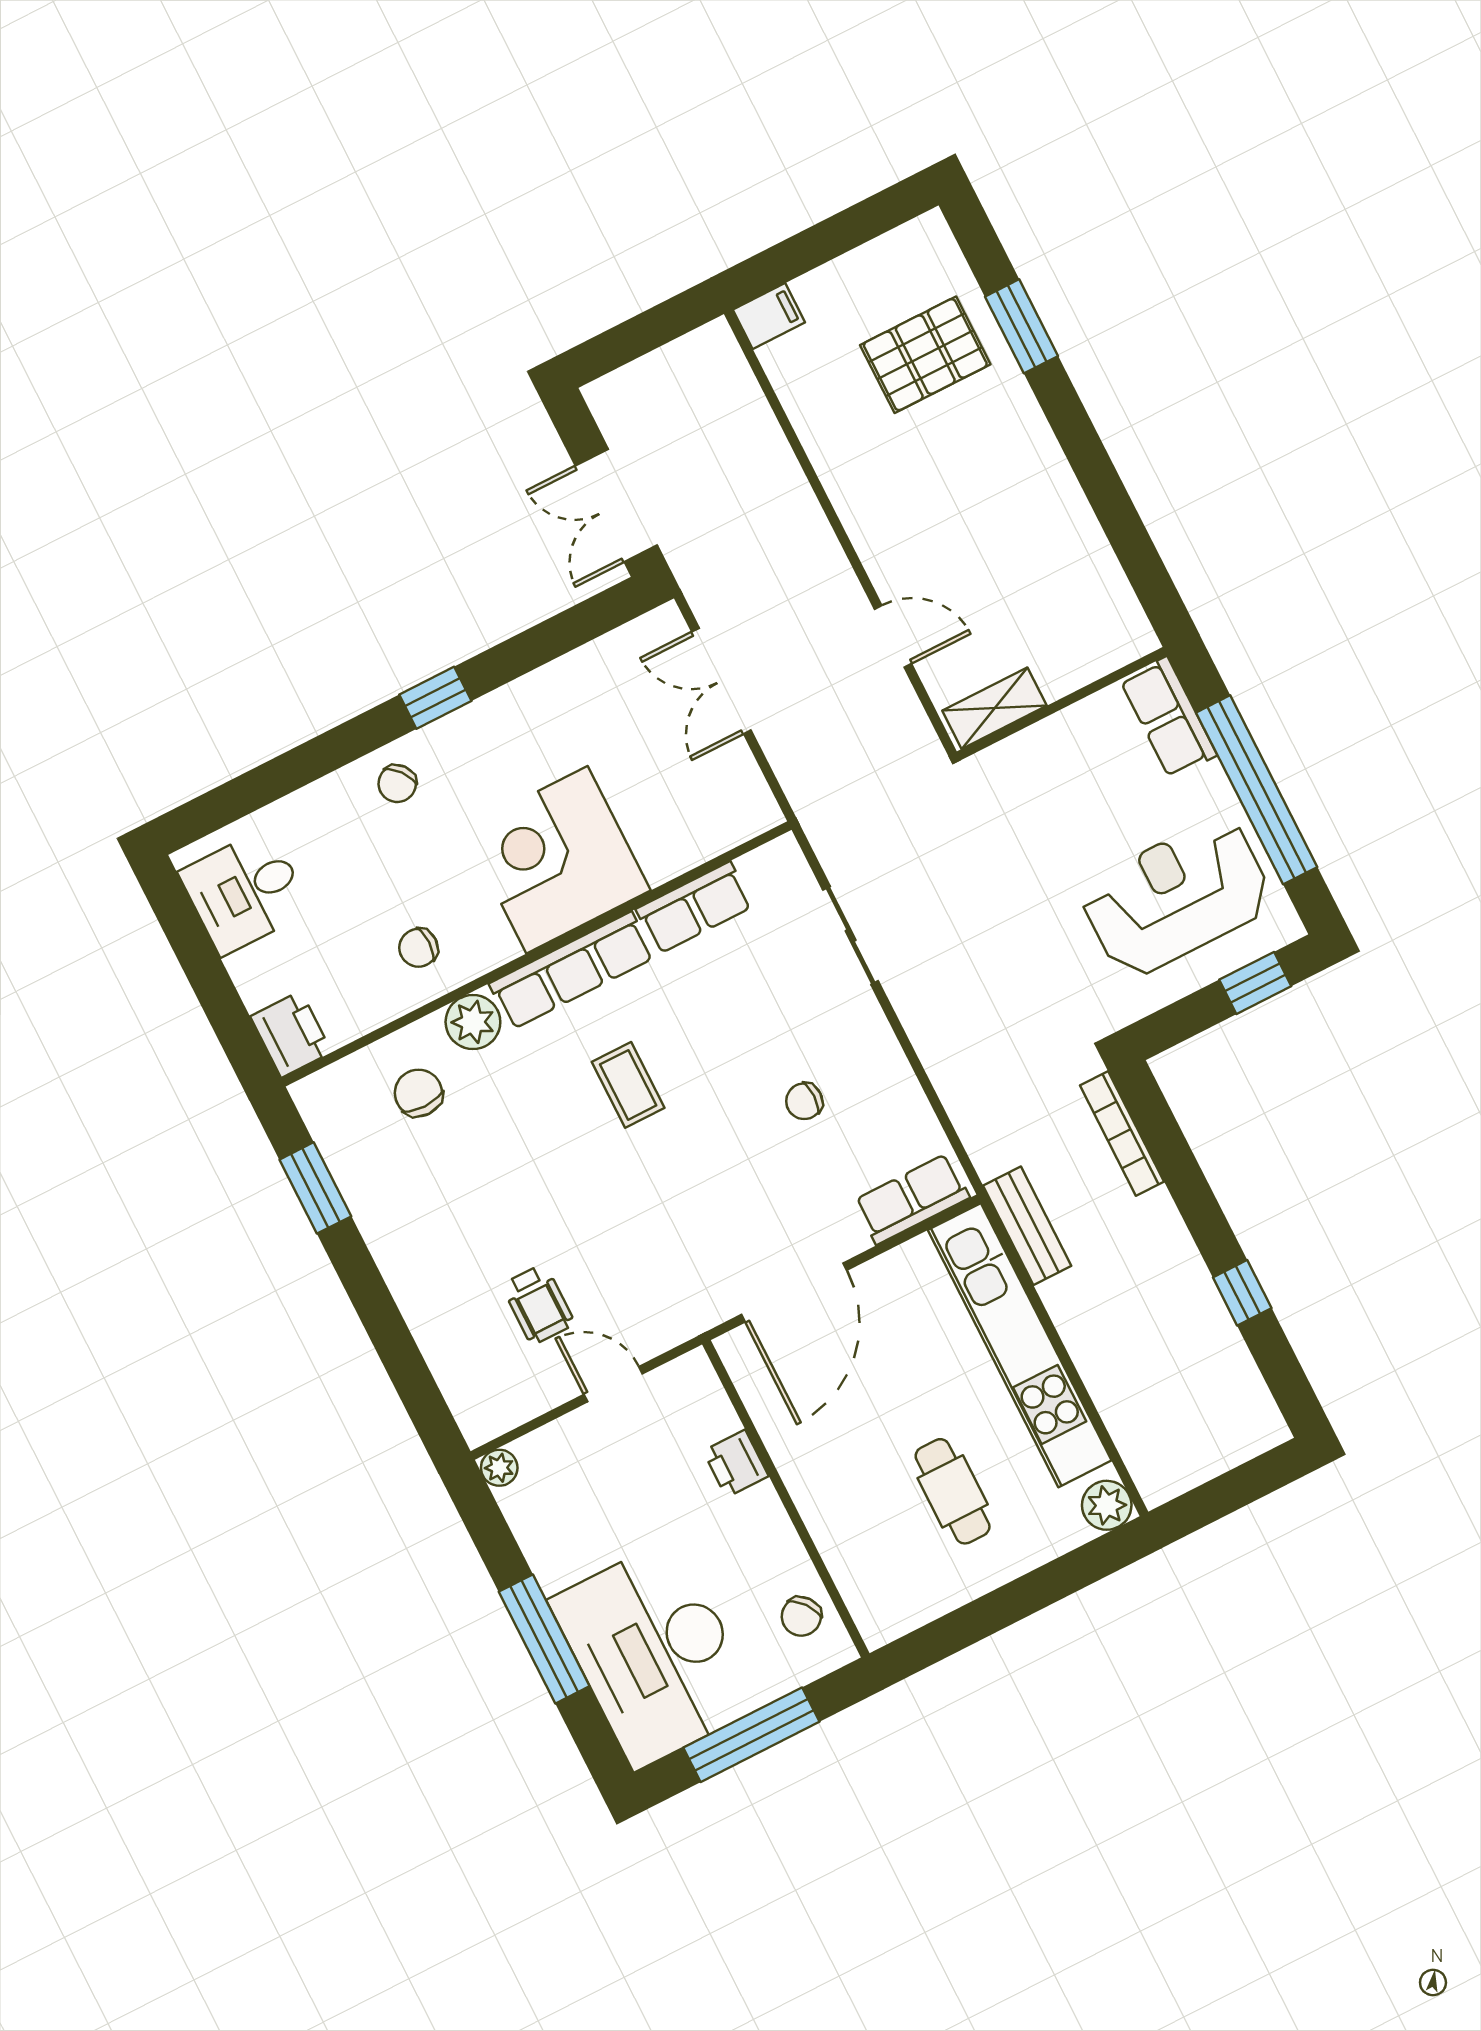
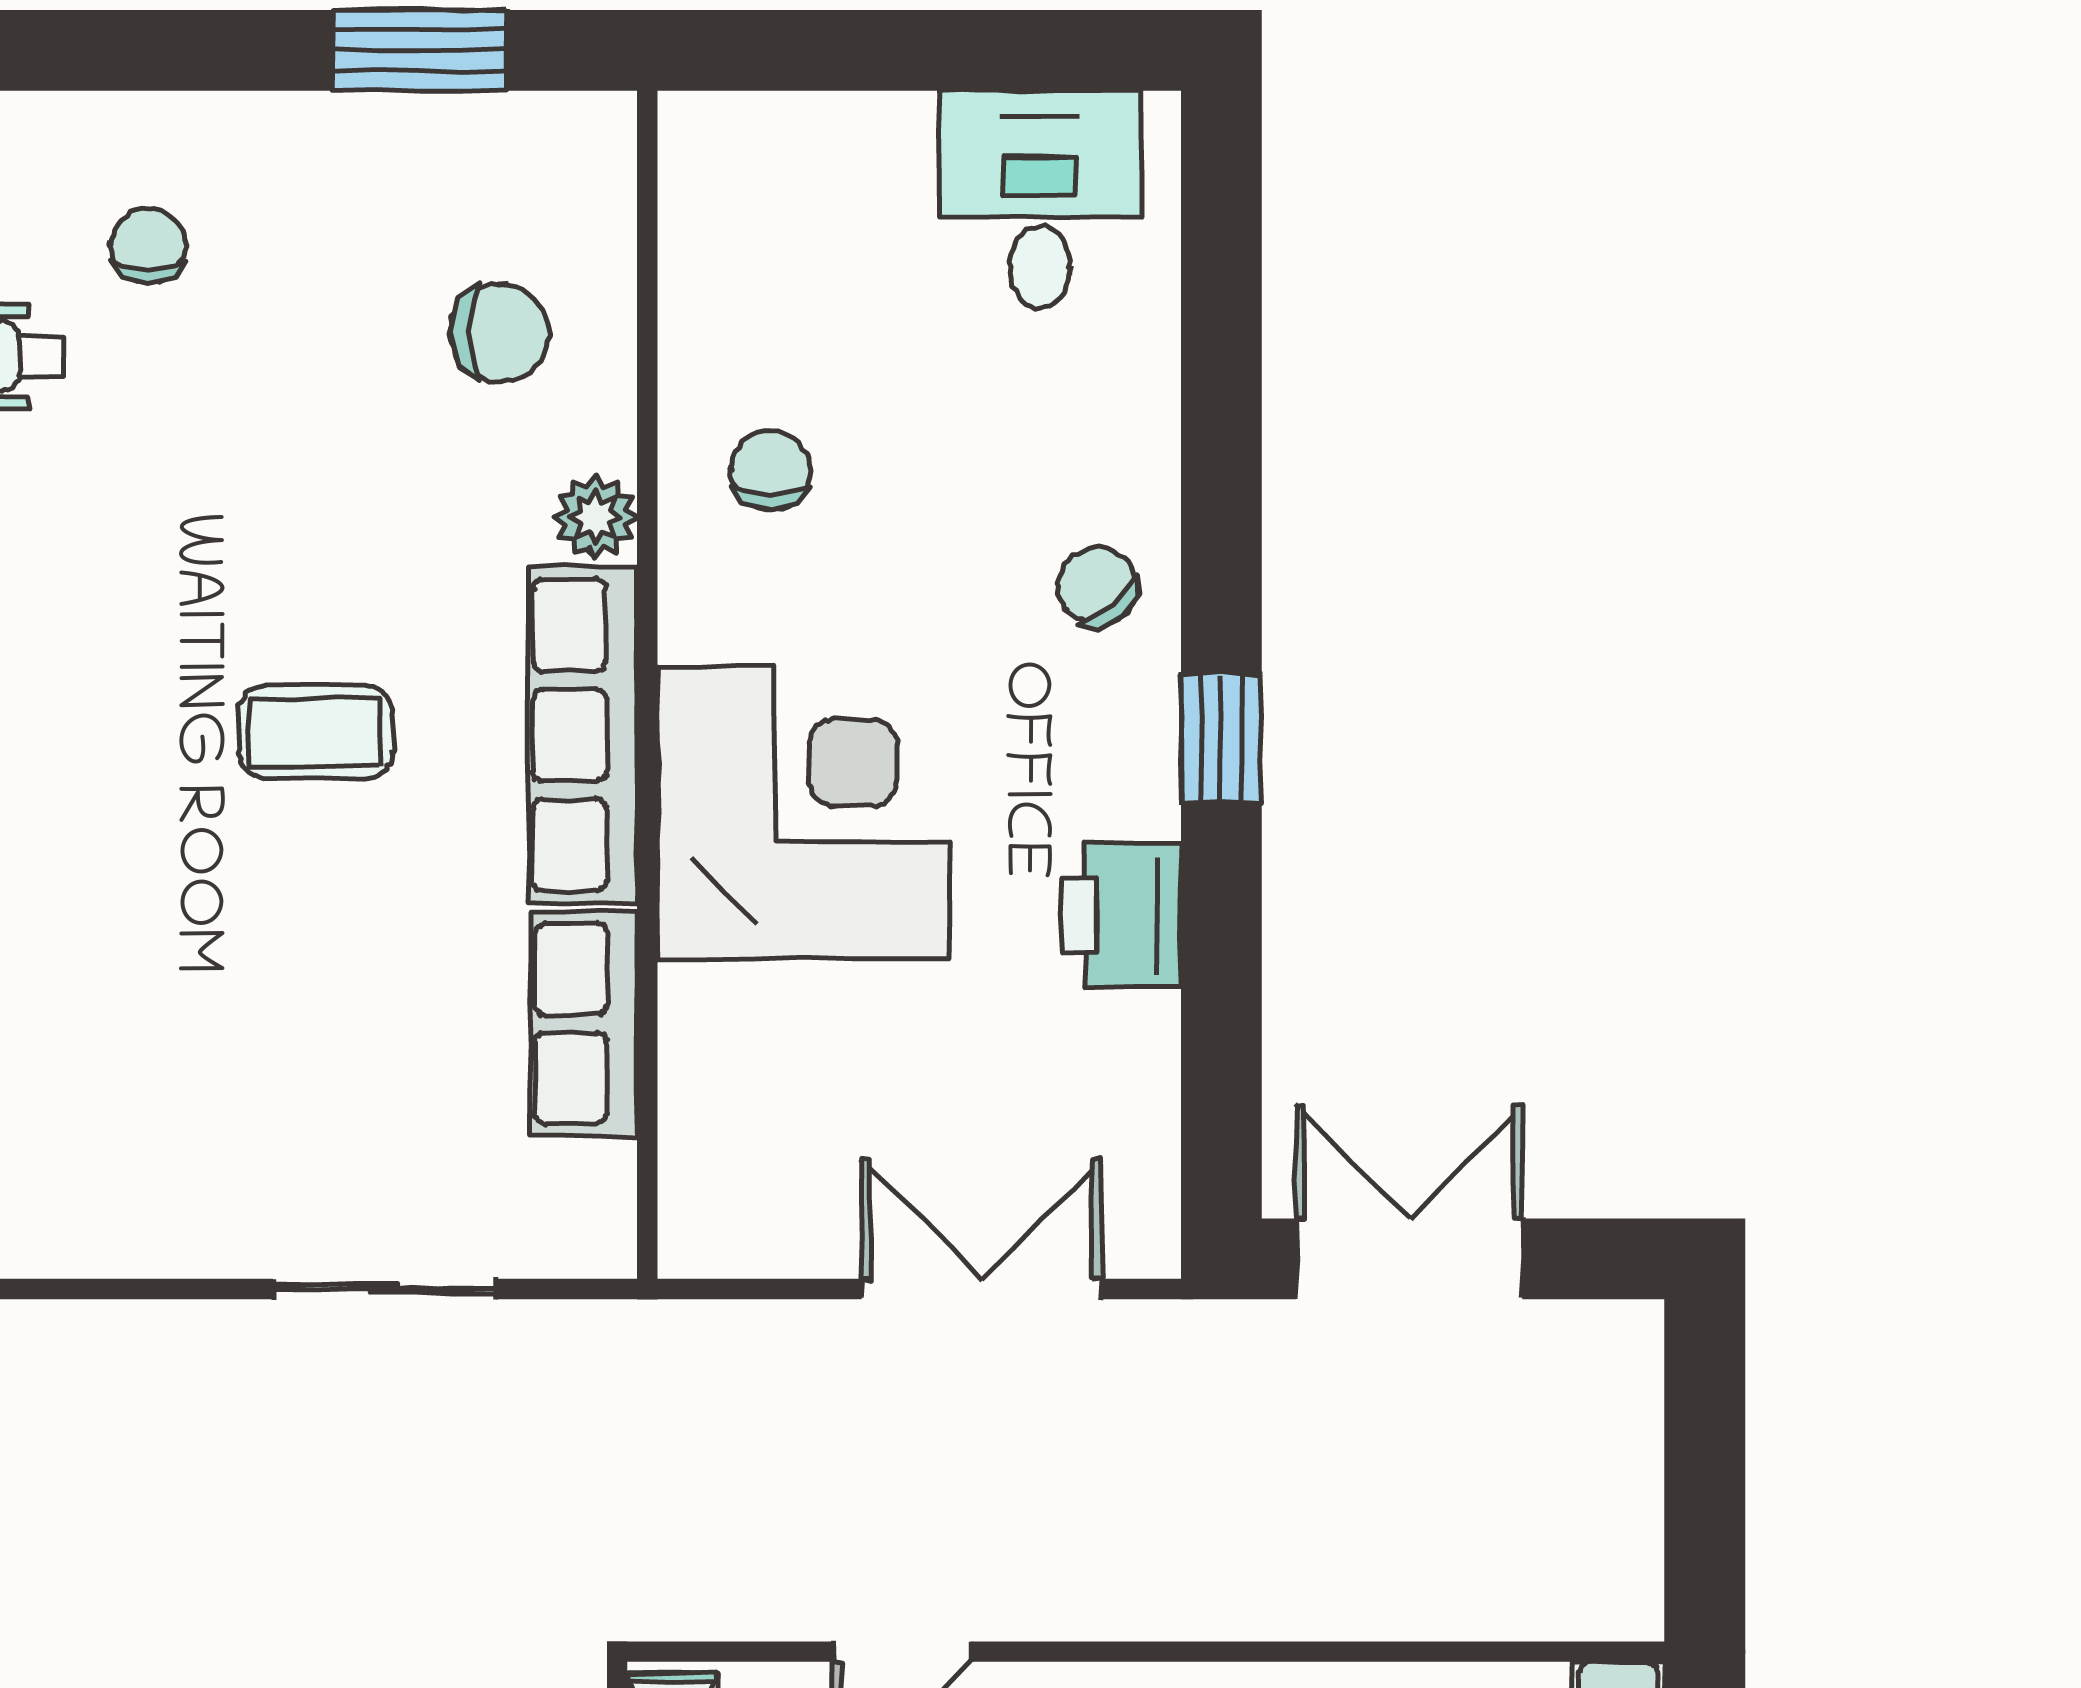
plant: (473, 1022) -> (596, 517), width x0.73, depth x0.73
printer: (291, 1034) -> (1121, 915), moved, turned 90
chair: (804, 1101) -> (148, 246), moved

